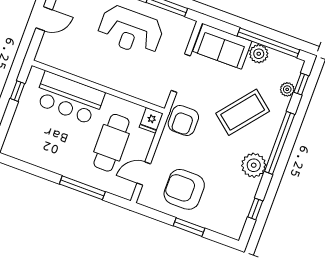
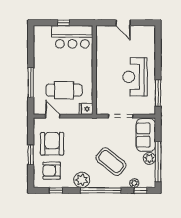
window: (18, 91) -> (64, 23), moved
bar counter: (69, 98) -> (72, 37), moved, turned -90
armchair: (183, 121) -> (52, 171), moved

